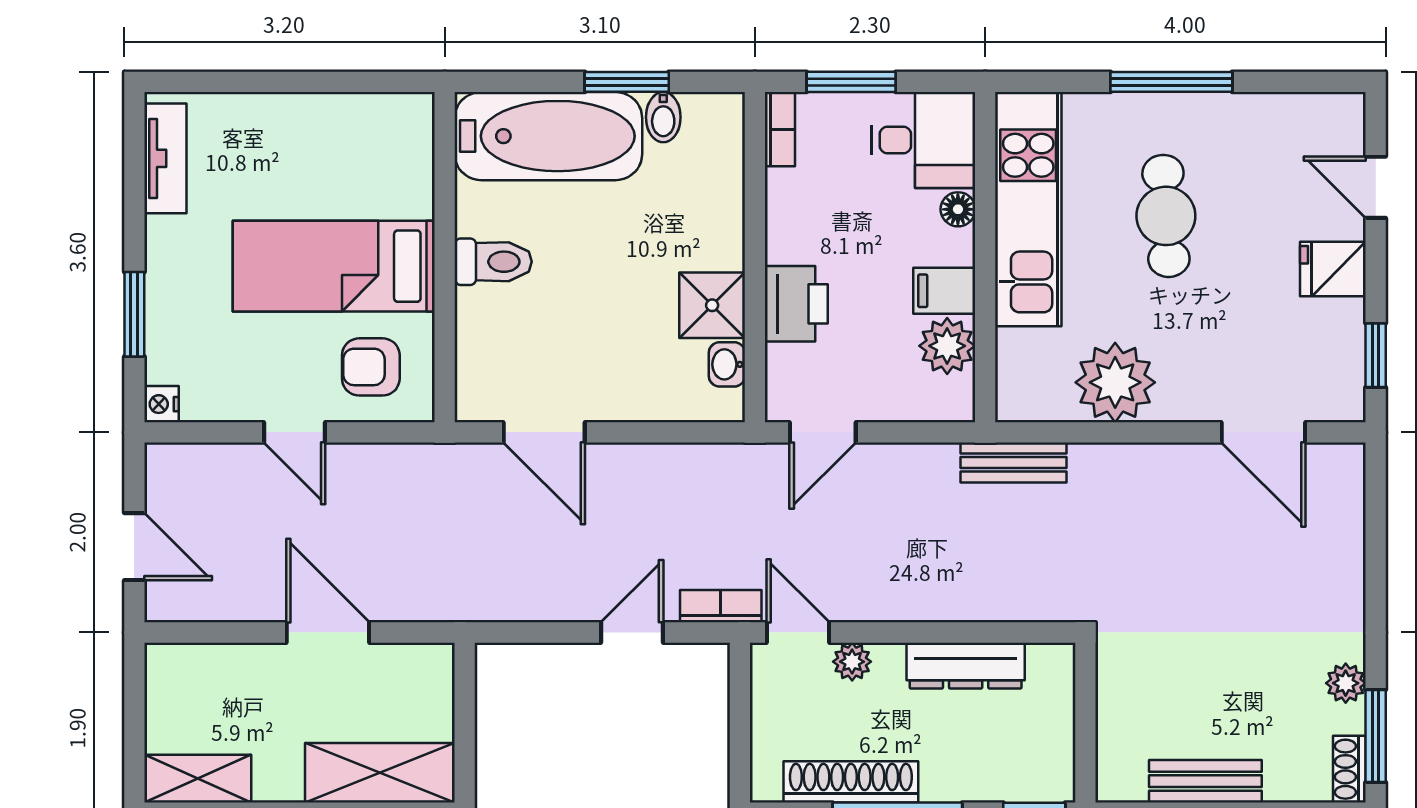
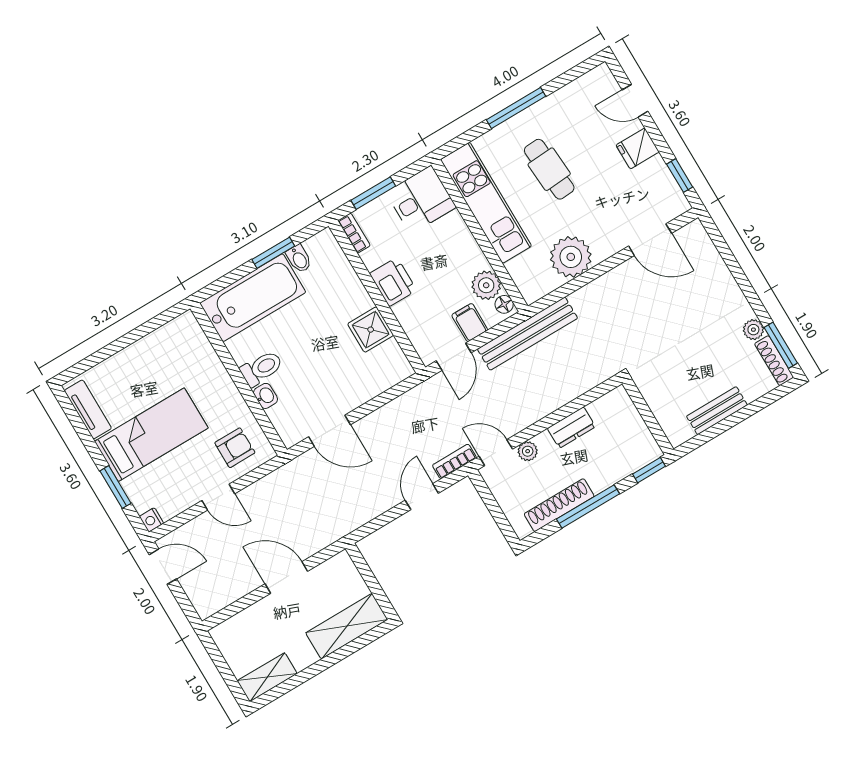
floor lamp: (958, 209) -> (504, 304), moved
bed: (334, 266) -> (151, 435), moved, turned 180
filing cabinet: (944, 291) -> (470, 323), moved, turned 90
printer: (796, 304) -> (393, 282), moved
washbasin: (727, 364) -> (266, 396), moved, turned 180
armchair: (371, 367) -> (235, 448), turned 180
bench: (1013, 462) -> (527, 334), width x1.86, depth x1.21
door: (134, 547) -> (163, 567), moved
dresser: (966, 666) -> (571, 428), width x0.70
shoe rack: (1349, 769) -> (774, 361), width x1.43

